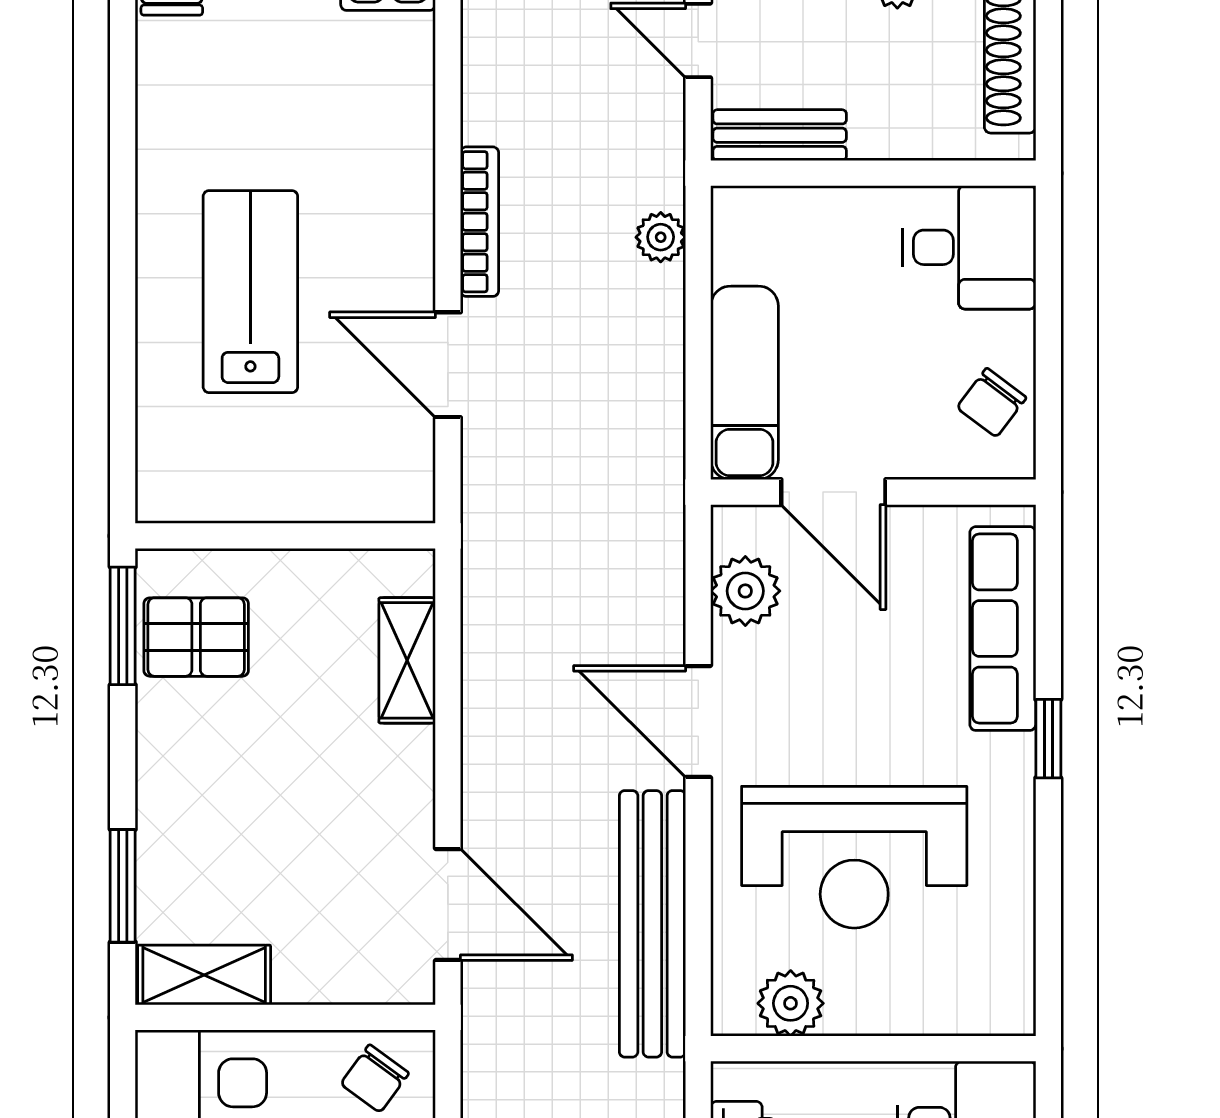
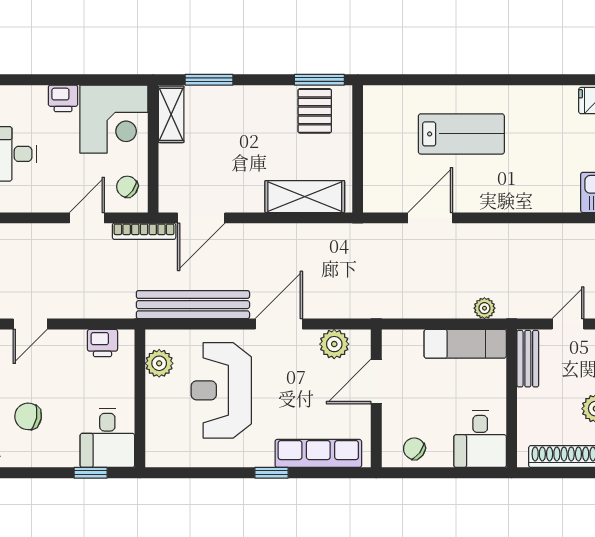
bookcase: (480, 222) -> (144, 231), moved
exam couch: (745, 383) -> (465, 344), moved
shelving: (407, 660) -> (305, 197), width x1.50, depth x1.33

